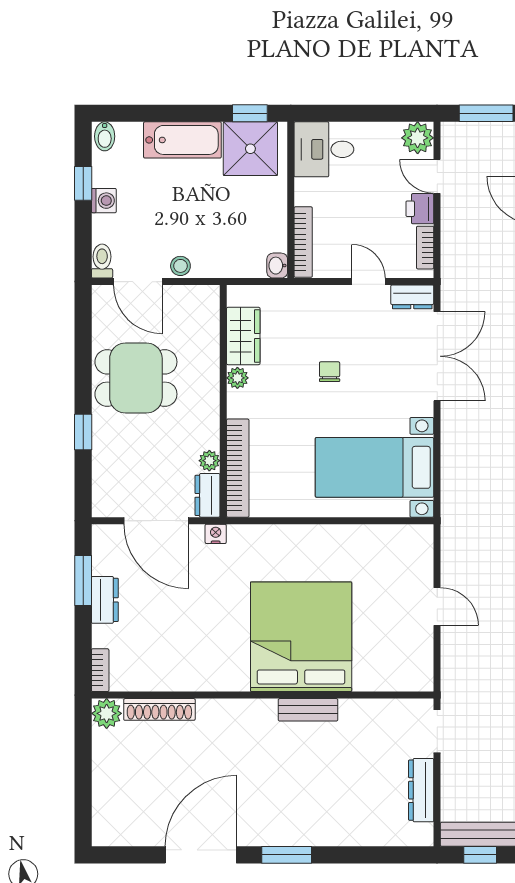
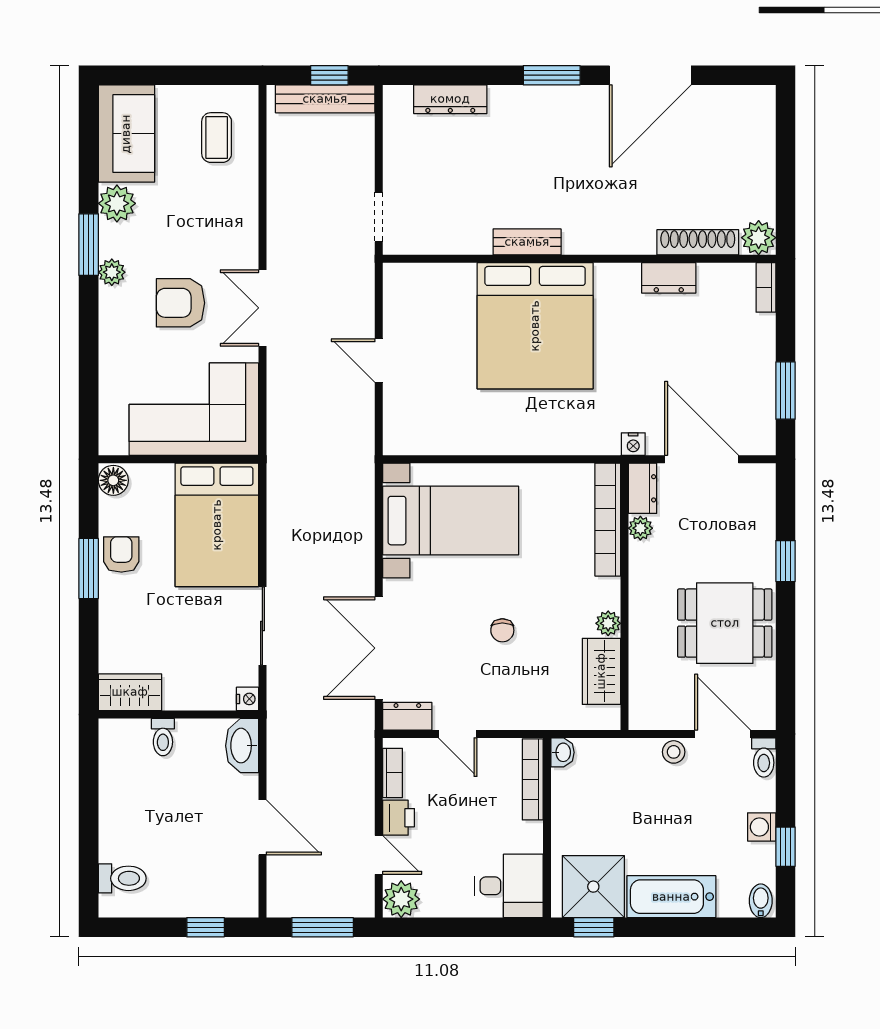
dresser: (105, 600) -> (669, 278), moved, turned -90
dresser: (421, 790) -> (450, 99), moved, turned 90

